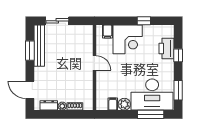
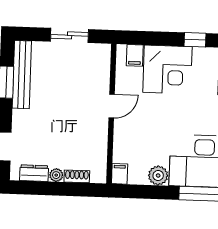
sliding door: (57, 21) -> (70, 35), moved
door: (95, 63) -> (112, 106), hinge flipped
filing cabinet: (113, 104) -> (120, 174), moved

